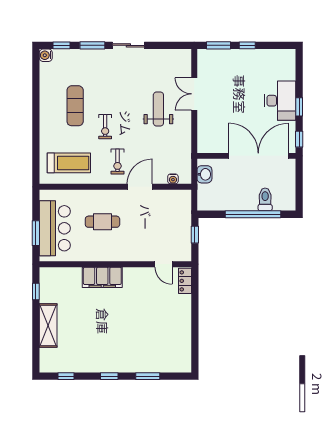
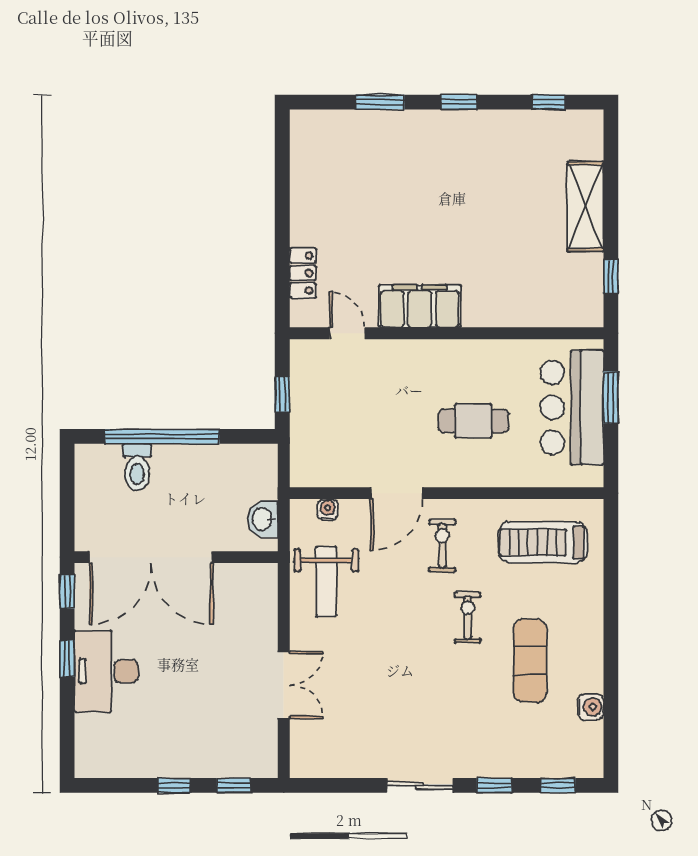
window: (92, 45) -> (494, 785), width x0.67
window: (218, 45) -> (234, 785), width x0.67
water cooler: (46, 55) -> (590, 707), moved
weight bench: (158, 109) -> (326, 581), moved
filing cabinet: (102, 277) -> (420, 306), moved
locker: (185, 281) -> (303, 273), moved

